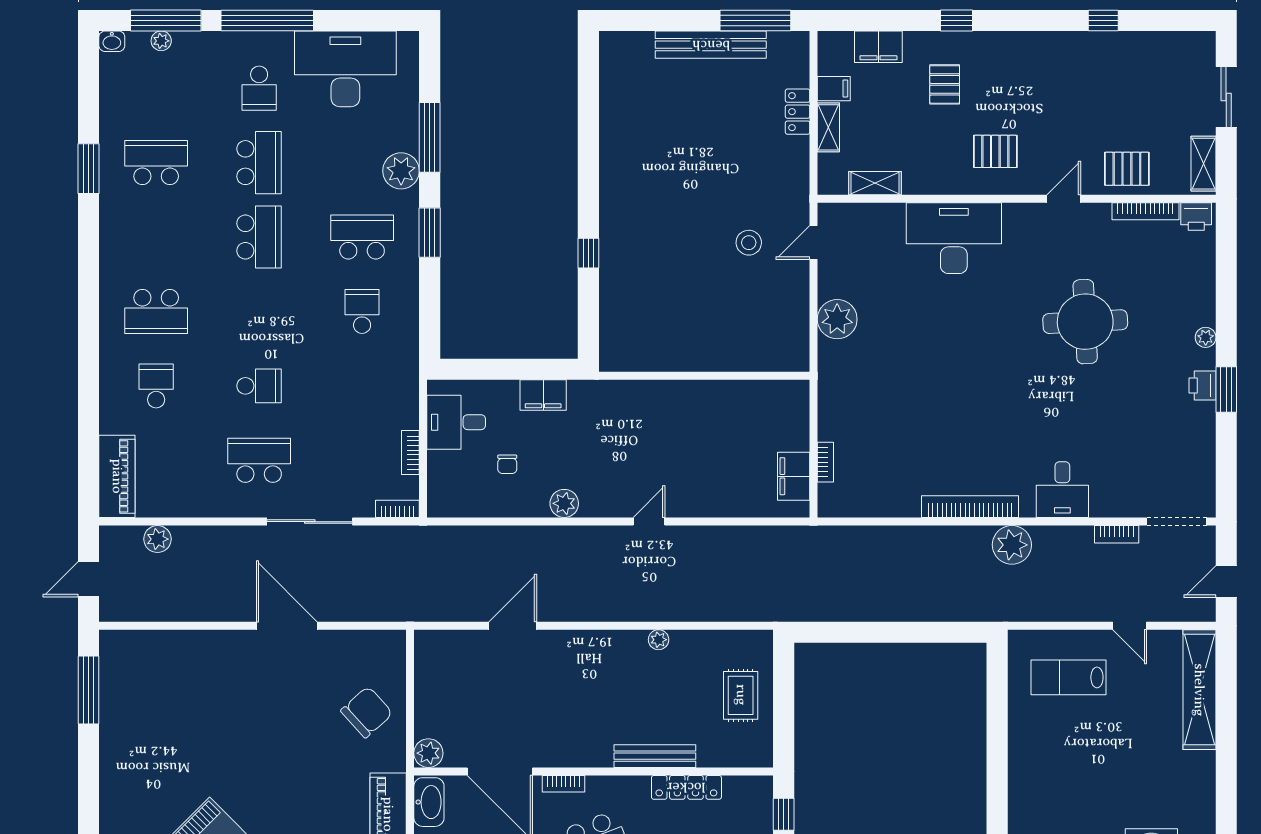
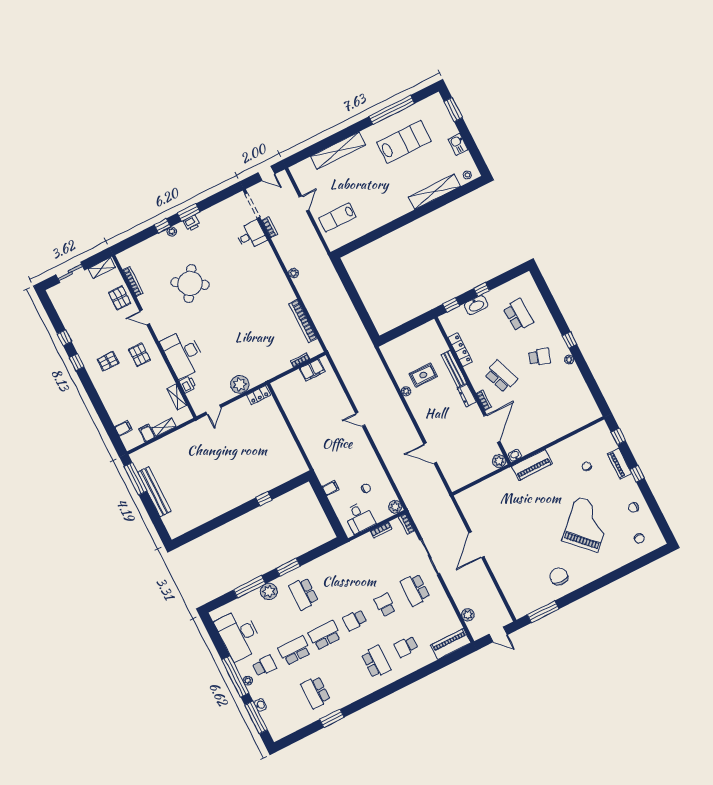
window: (956, 20) -> (77, 362), moved
washbasin: (112, 41) -> (260, 705), moved
plant: (161, 41) -> (248, 681), moved
filing cabinet: (878, 47) -> (123, 428), width x0.50
pallet: (945, 84) -> (108, 361), moved
locker: (798, 112) -> (259, 395), moved
printer: (1196, 216) -> (188, 384), moved
door: (814, 242) -> (213, 410), hinge flipped
stool: (749, 243) -> (227, 436), removed
school desk: (362, 311) -> (355, 620), moved
round table: (1085, 322) -> (190, 284), turned 35
window: (1226, 325) -> (162, 226), added
filing cabinet: (543, 395) -> (331, 488), width x0.50
desk: (1062, 490) -> (251, 235), moved
plant: (564, 503) -> (395, 507), moved
bookcase: (970, 507) -> (303, 321), moved
plant: (1012, 545) -> (294, 273), width x0.53, depth x0.53
lab bench: (1069, 677) -> (338, 217), turned 90
shelving: (1199, 690) -> (338, 151), moved
rug: (741, 695) -> (423, 375), moved
chair: (367, 712) -> (559, 576), moved, turned 42
dresser: (590, 755) -> (467, 395), added
washbasin: (429, 802) -> (515, 455), width x0.52, depth x0.69

